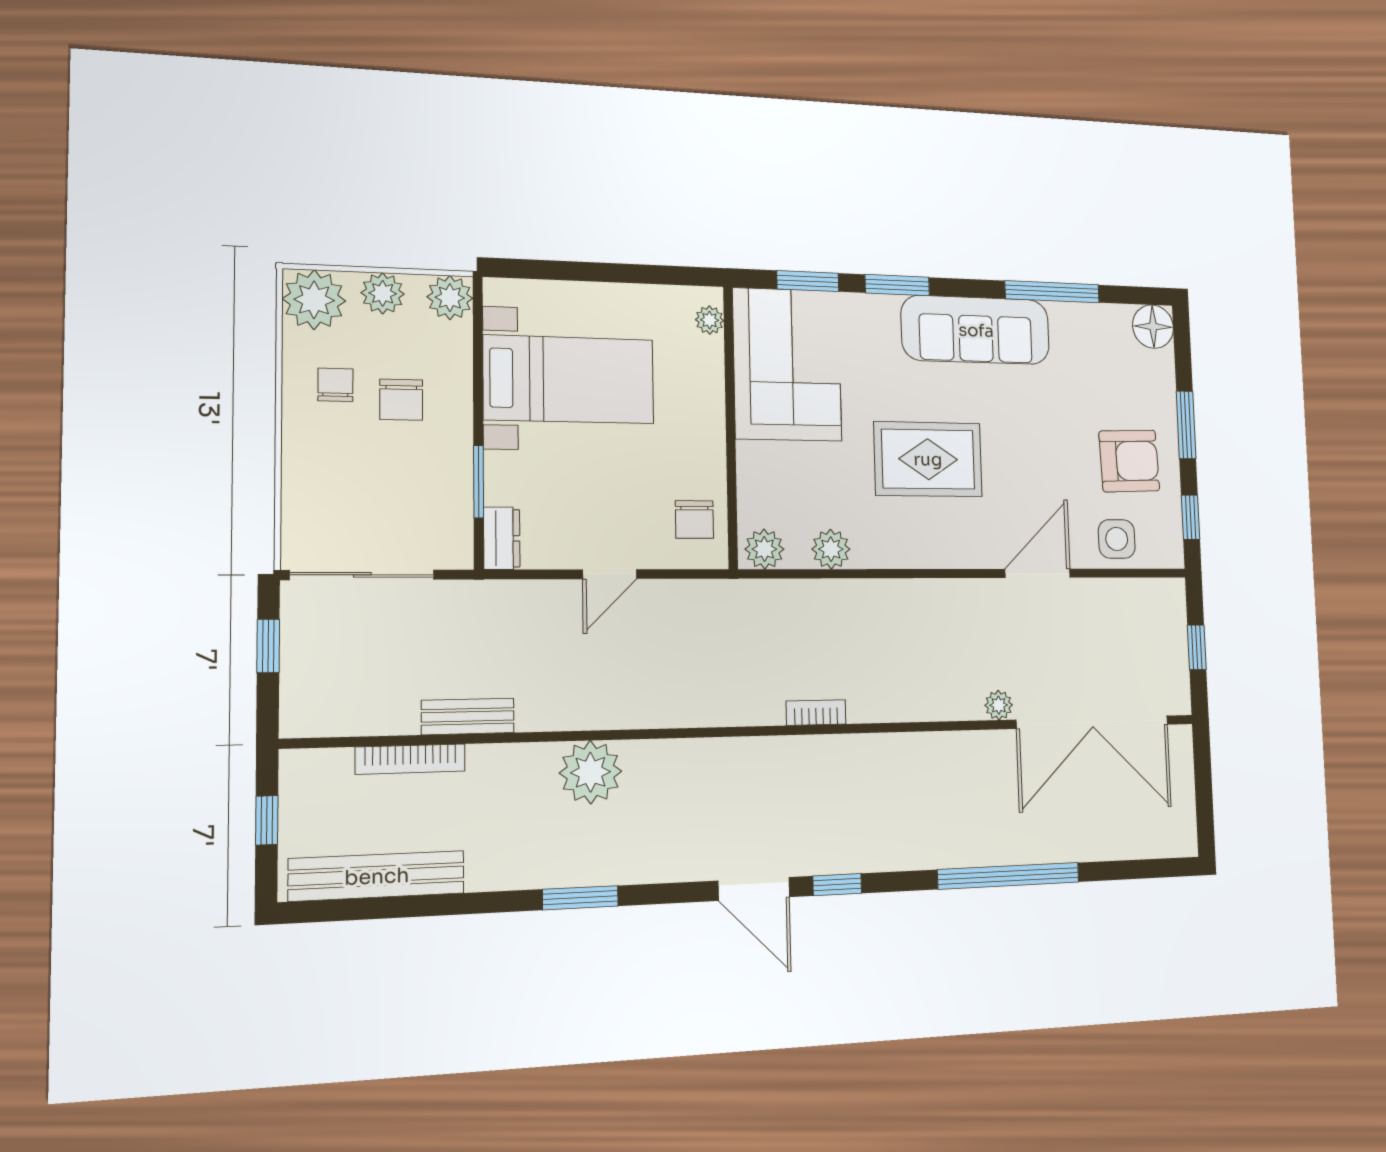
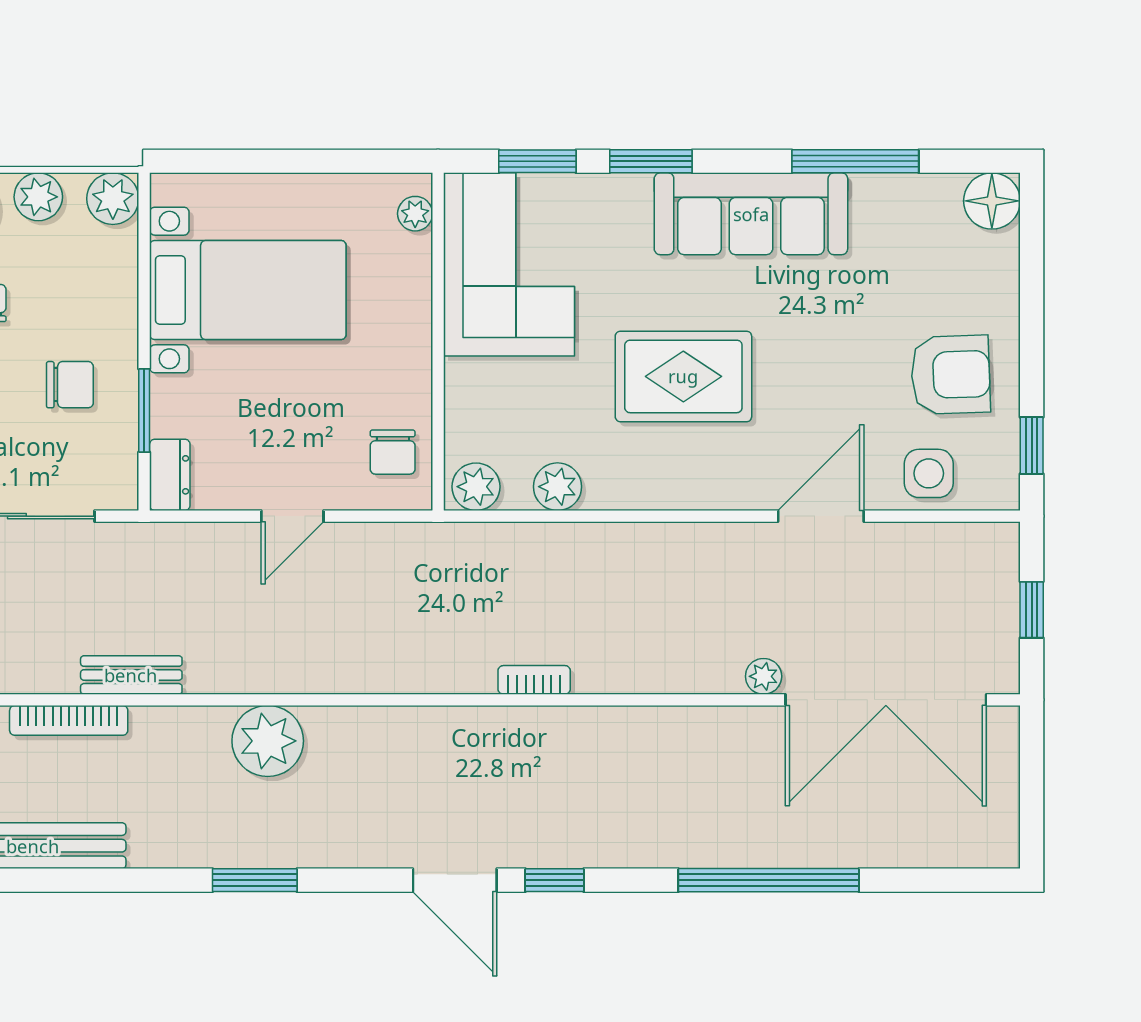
chair: (401, 400) -> (70, 385), moved, turned -90
window: (1186, 425) -> (1032, 327), removed

